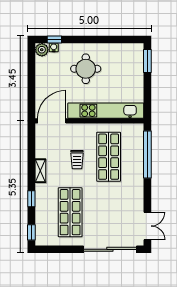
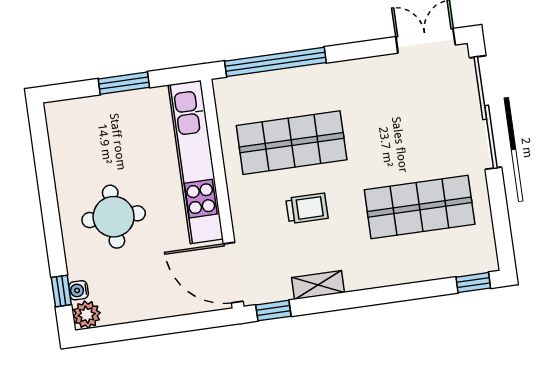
window: (147, 61) -> (124, 83), moved
shelving: (40, 171) -> (318, 285), moved
window: (31, 199) -> (273, 311), moved

